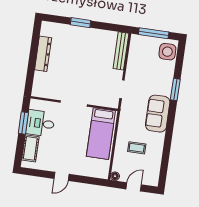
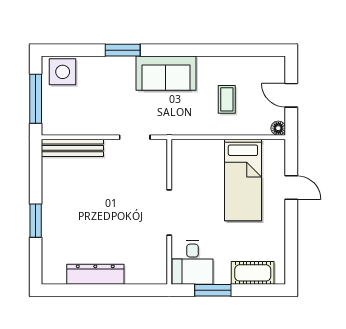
desk: (40, 123) -> (192, 262), moved
bed: (101, 134) -> (243, 180), moved, turned 90
door: (62, 176) -> (291, 188), moved

